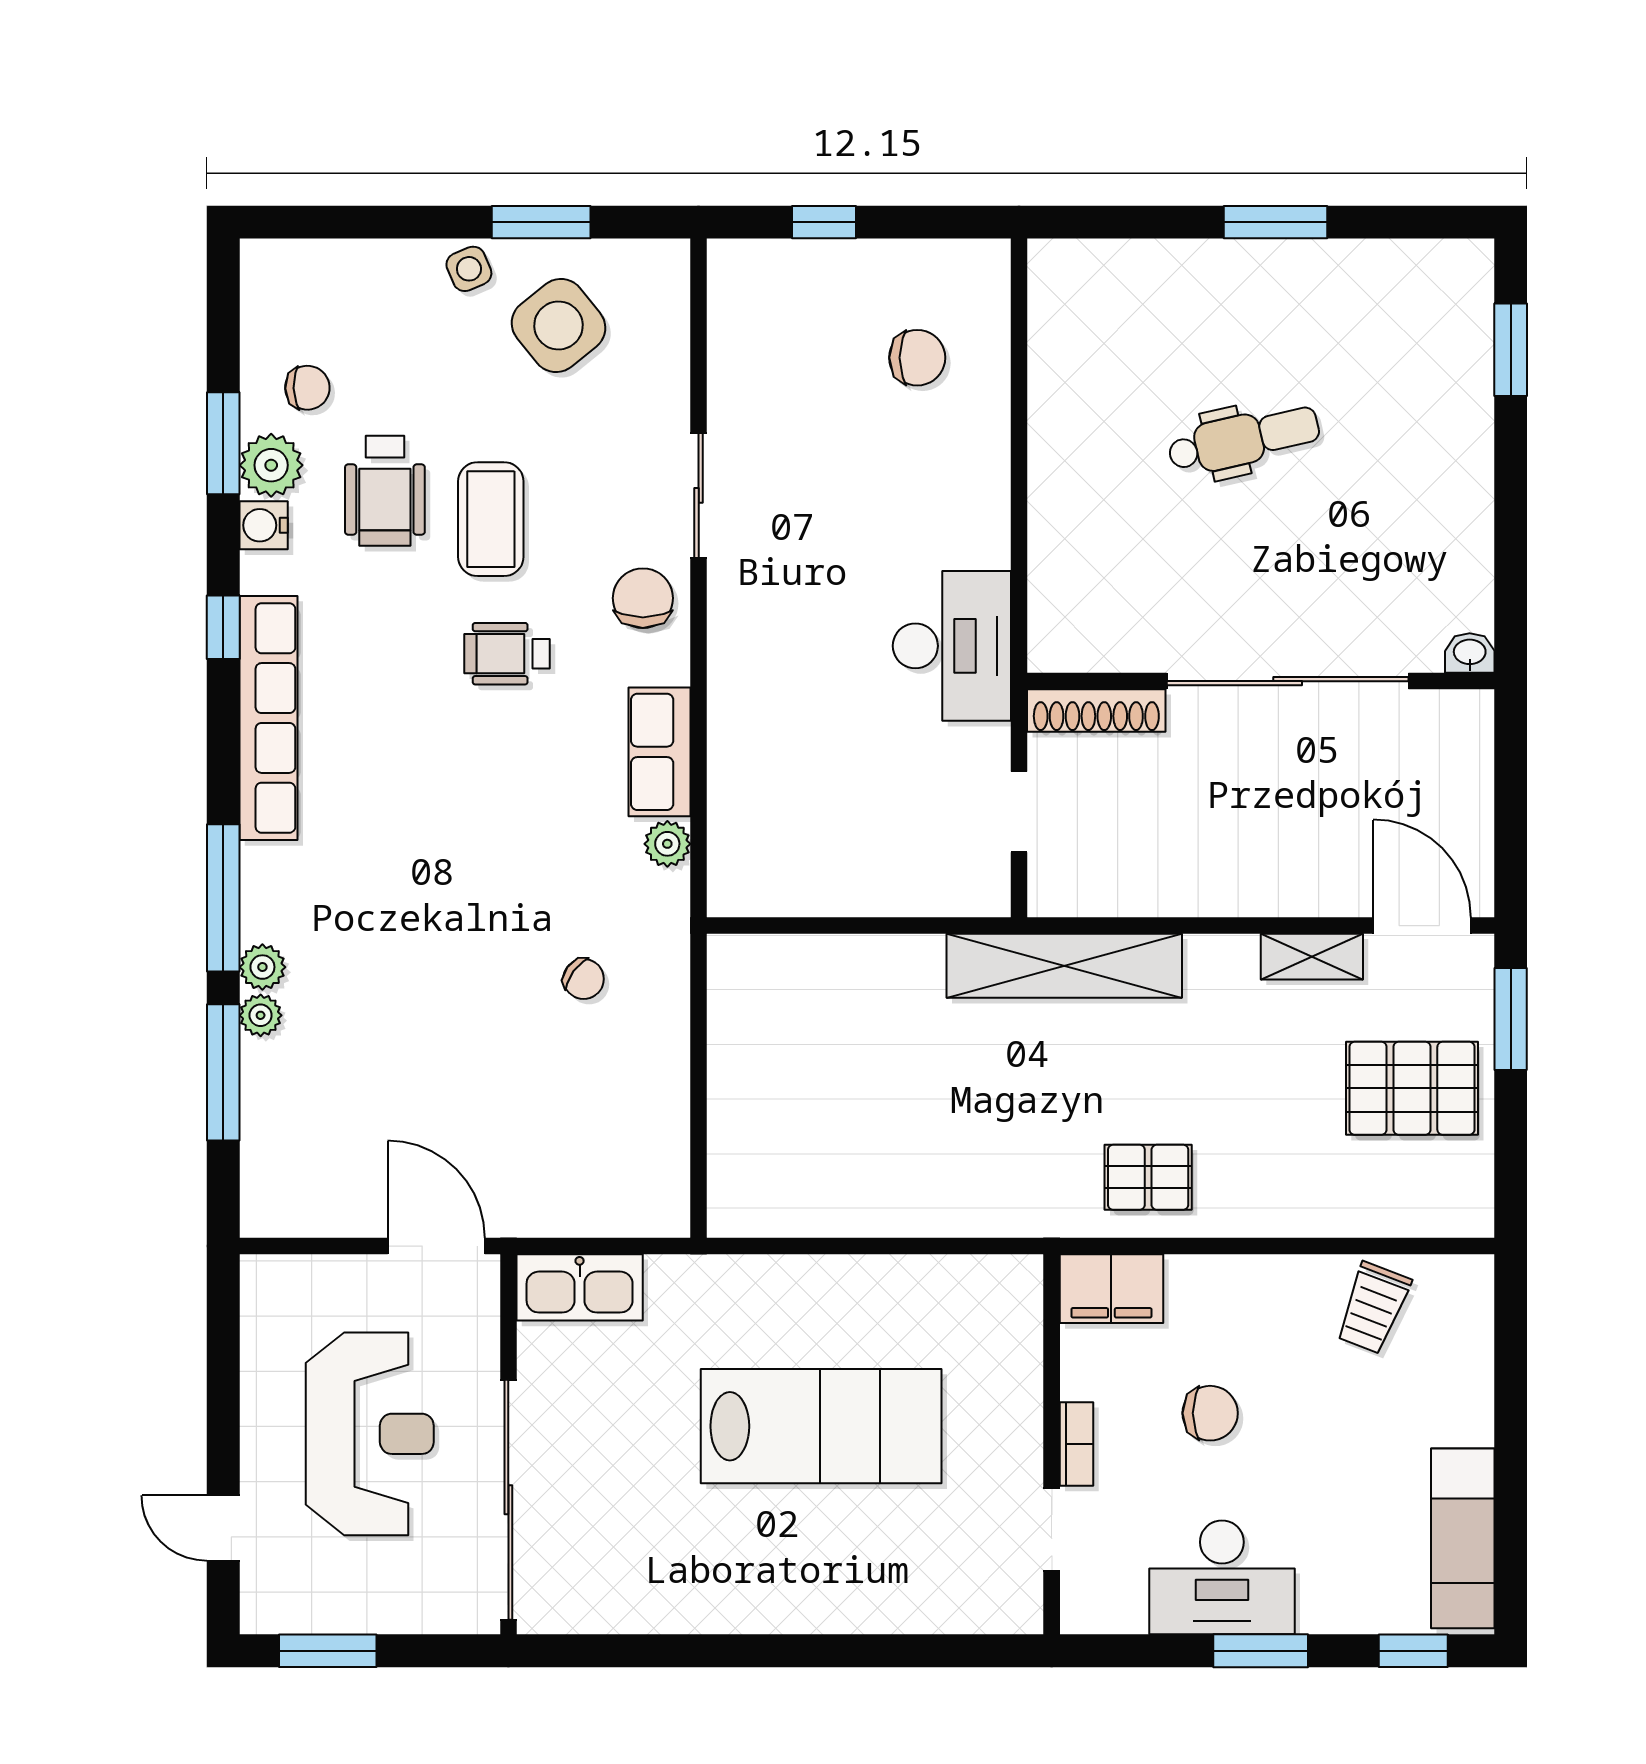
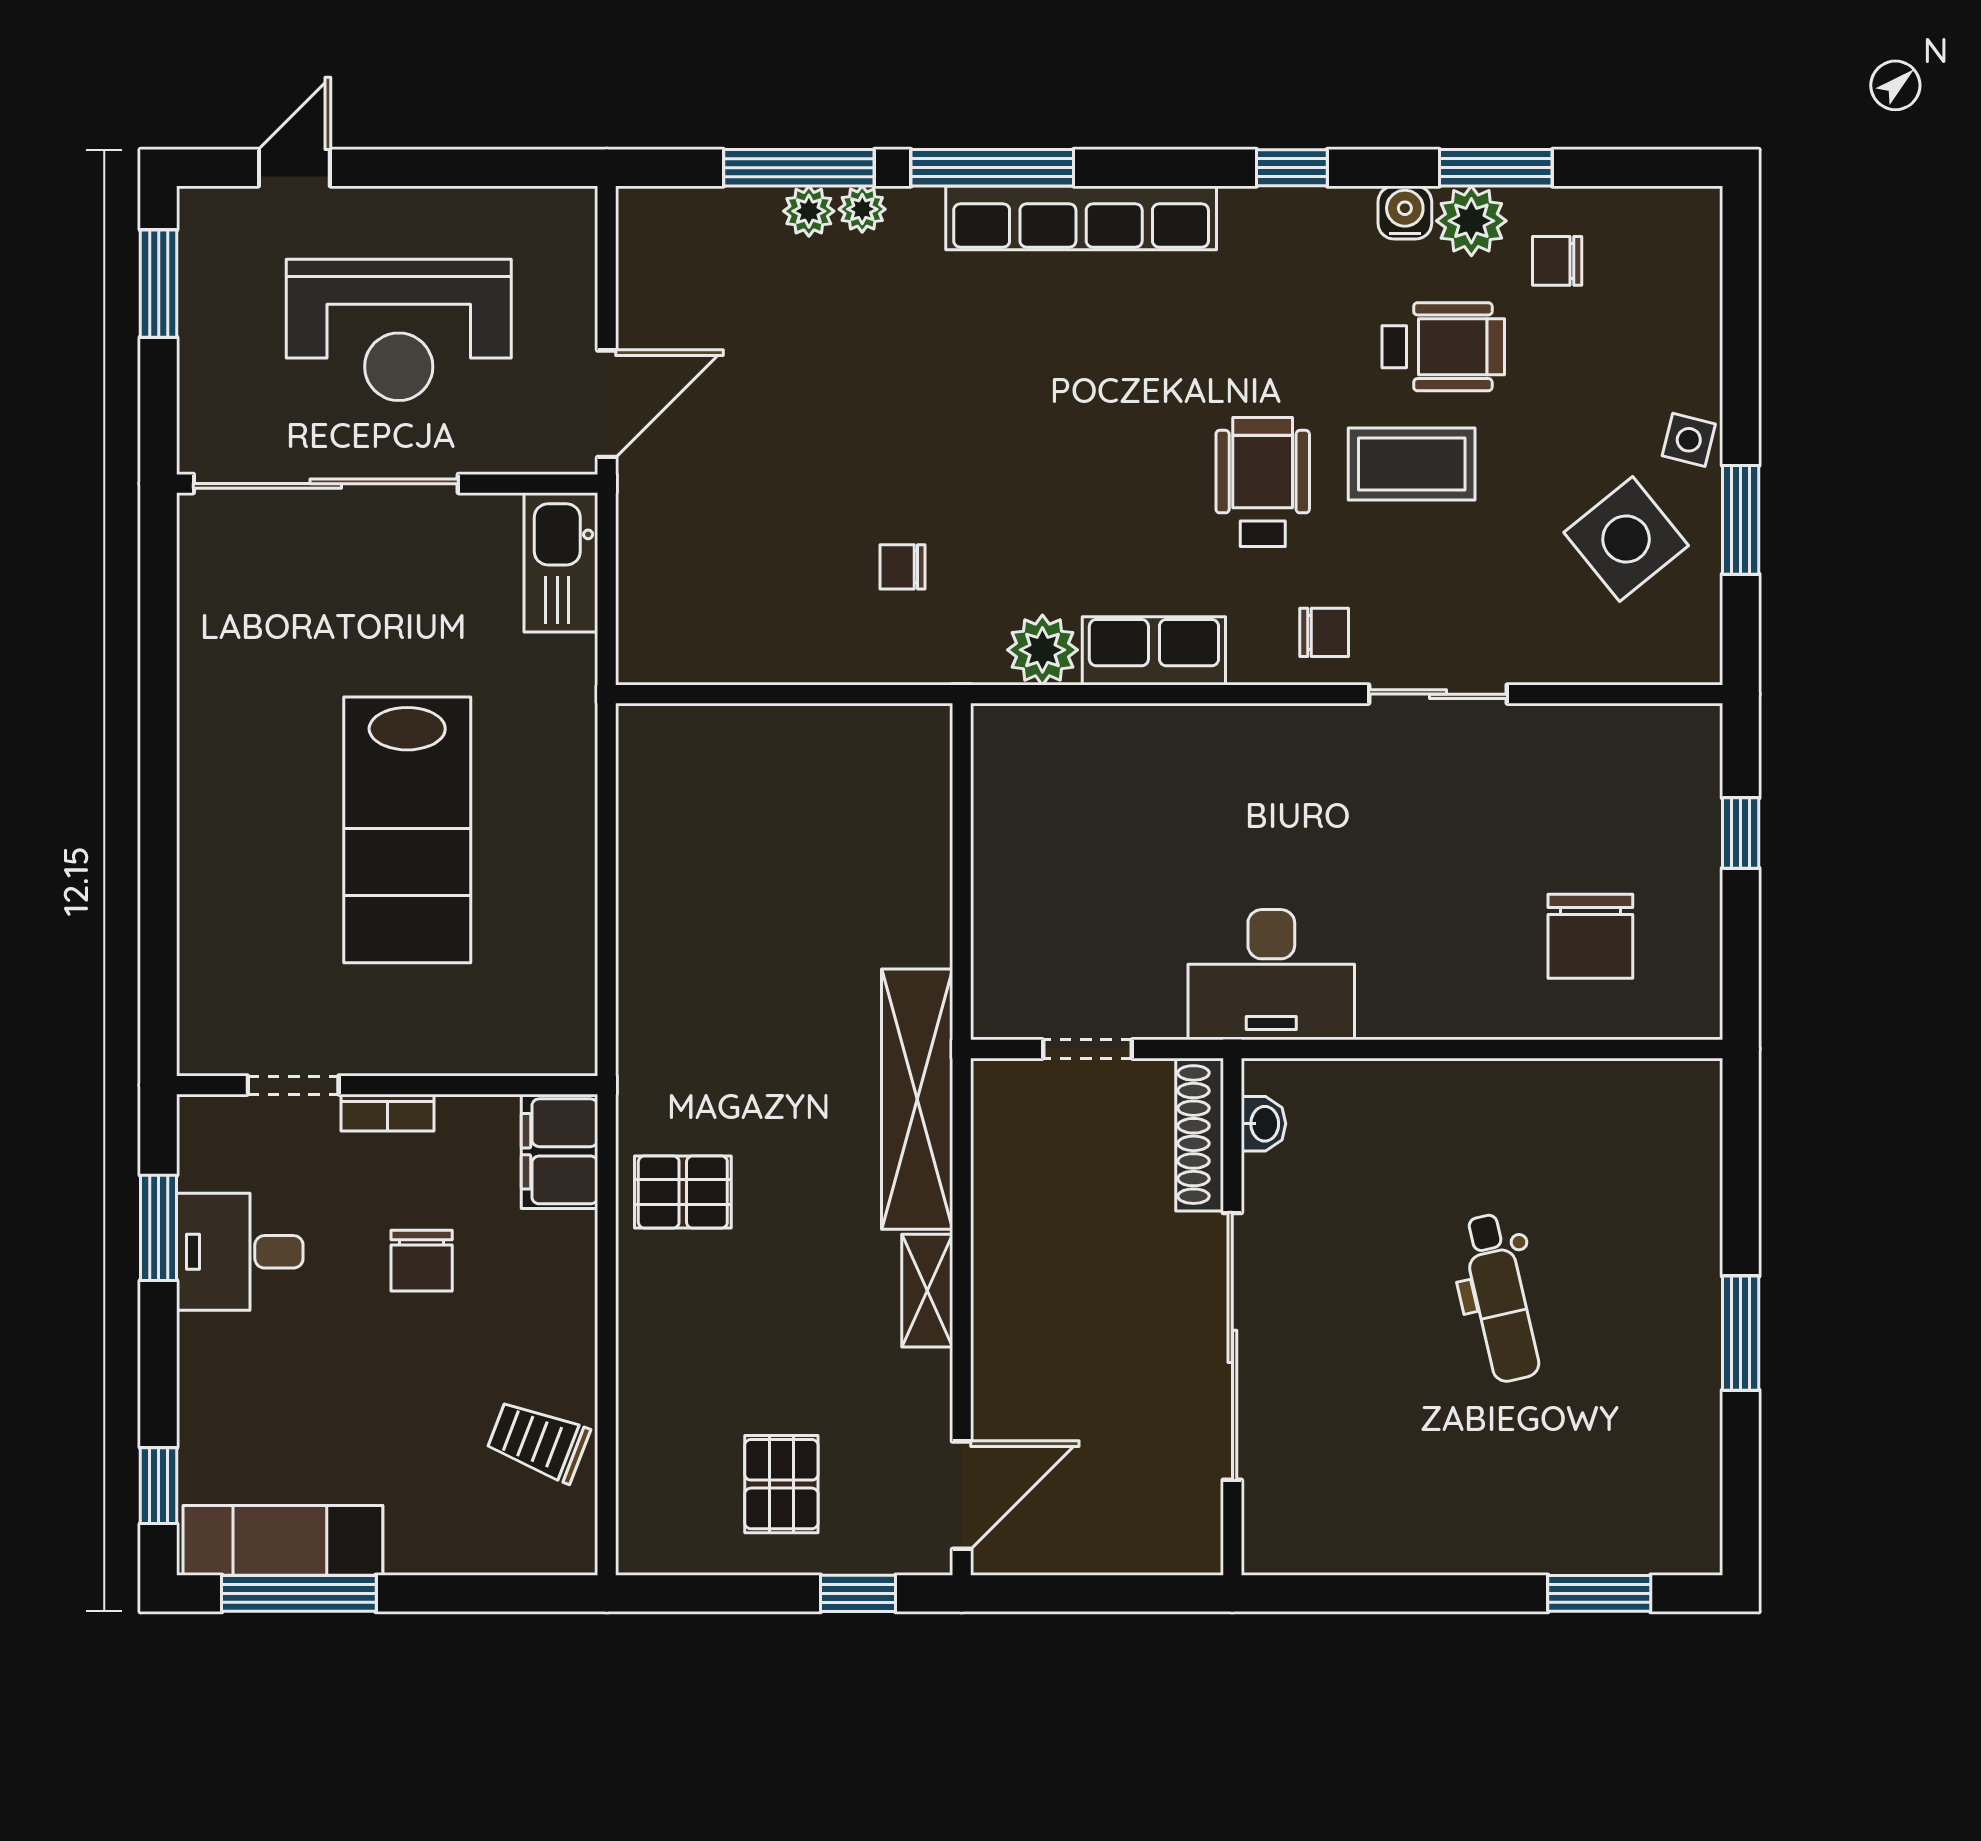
side table: (469, 269) -> (1689, 440), turned 37
chair: (917, 358) -> (1590, 936), width x1.37, depth x1.37
chair: (307, 388) -> (1557, 261), turned 92
wheelchair: (385, 491) -> (1443, 347), turned 180
chair: (643, 598) -> (1324, 632), width x0.73, depth x0.73
washbasin: (1470, 653) -> (1263, 1124), moved
wheelchair: (507, 654) -> (1263, 482), width x1.36, depth x1.37
row of seats: (268, 718) -> (1081, 218), moved
plant: (667, 844) -> (1042, 650), width x1.38, depth x1.38
shelving: (1312, 957) -> (927, 1291), moved
plant: (262, 967) -> (809, 211), moved
chair: (584, 979) -> (902, 567), turned 54
window: (1511, 1019) -> (858, 1593), width x0.67
pallet: (1412, 1088) -> (781, 1484), width x0.67, depth x0.71
pallet: (1148, 1177) -> (683, 1192), turned 90
window: (1511, 1524) -> (299, 1593), added
desk: (1222, 1577) -> (240, 1252), width x0.73
window: (1261, 1651) -> (159, 1228), moved

